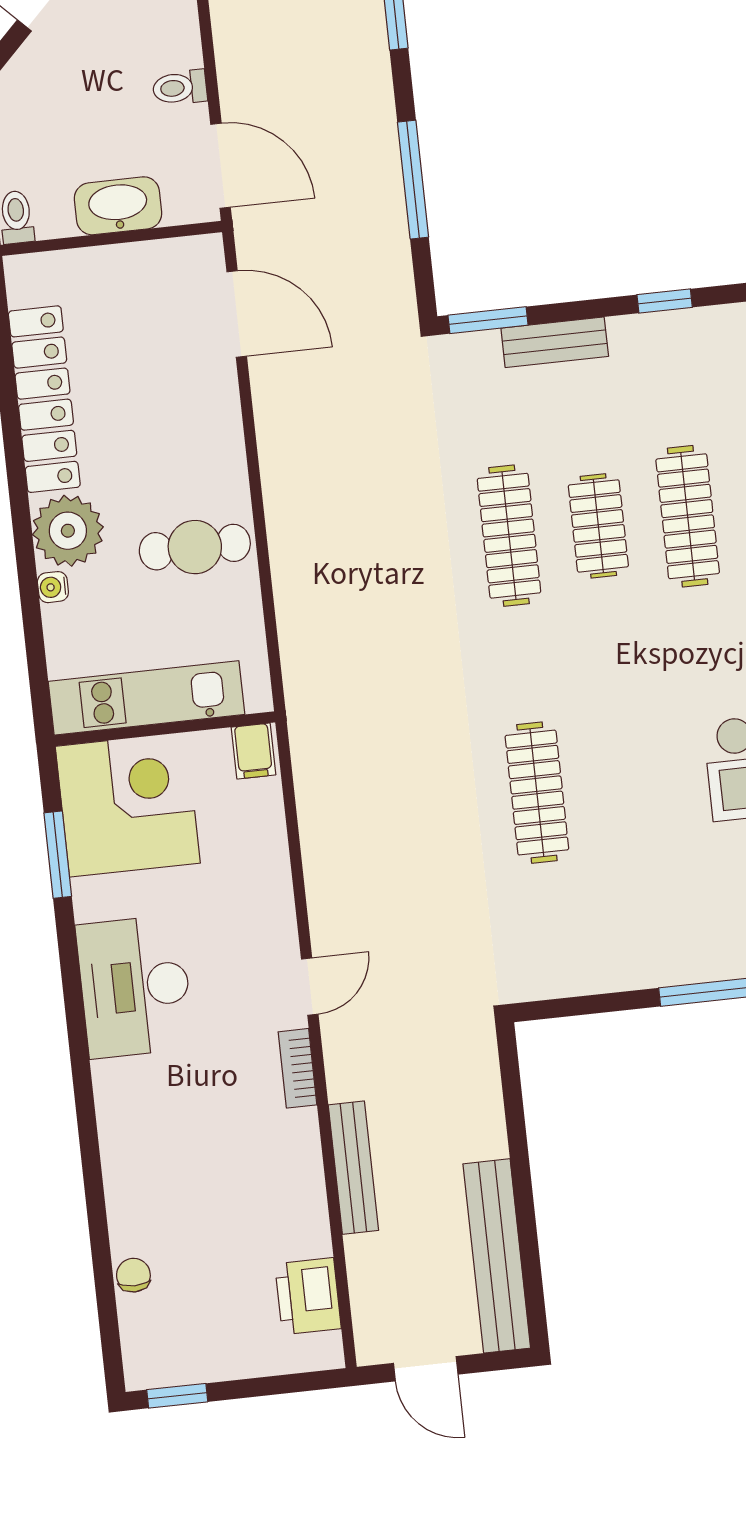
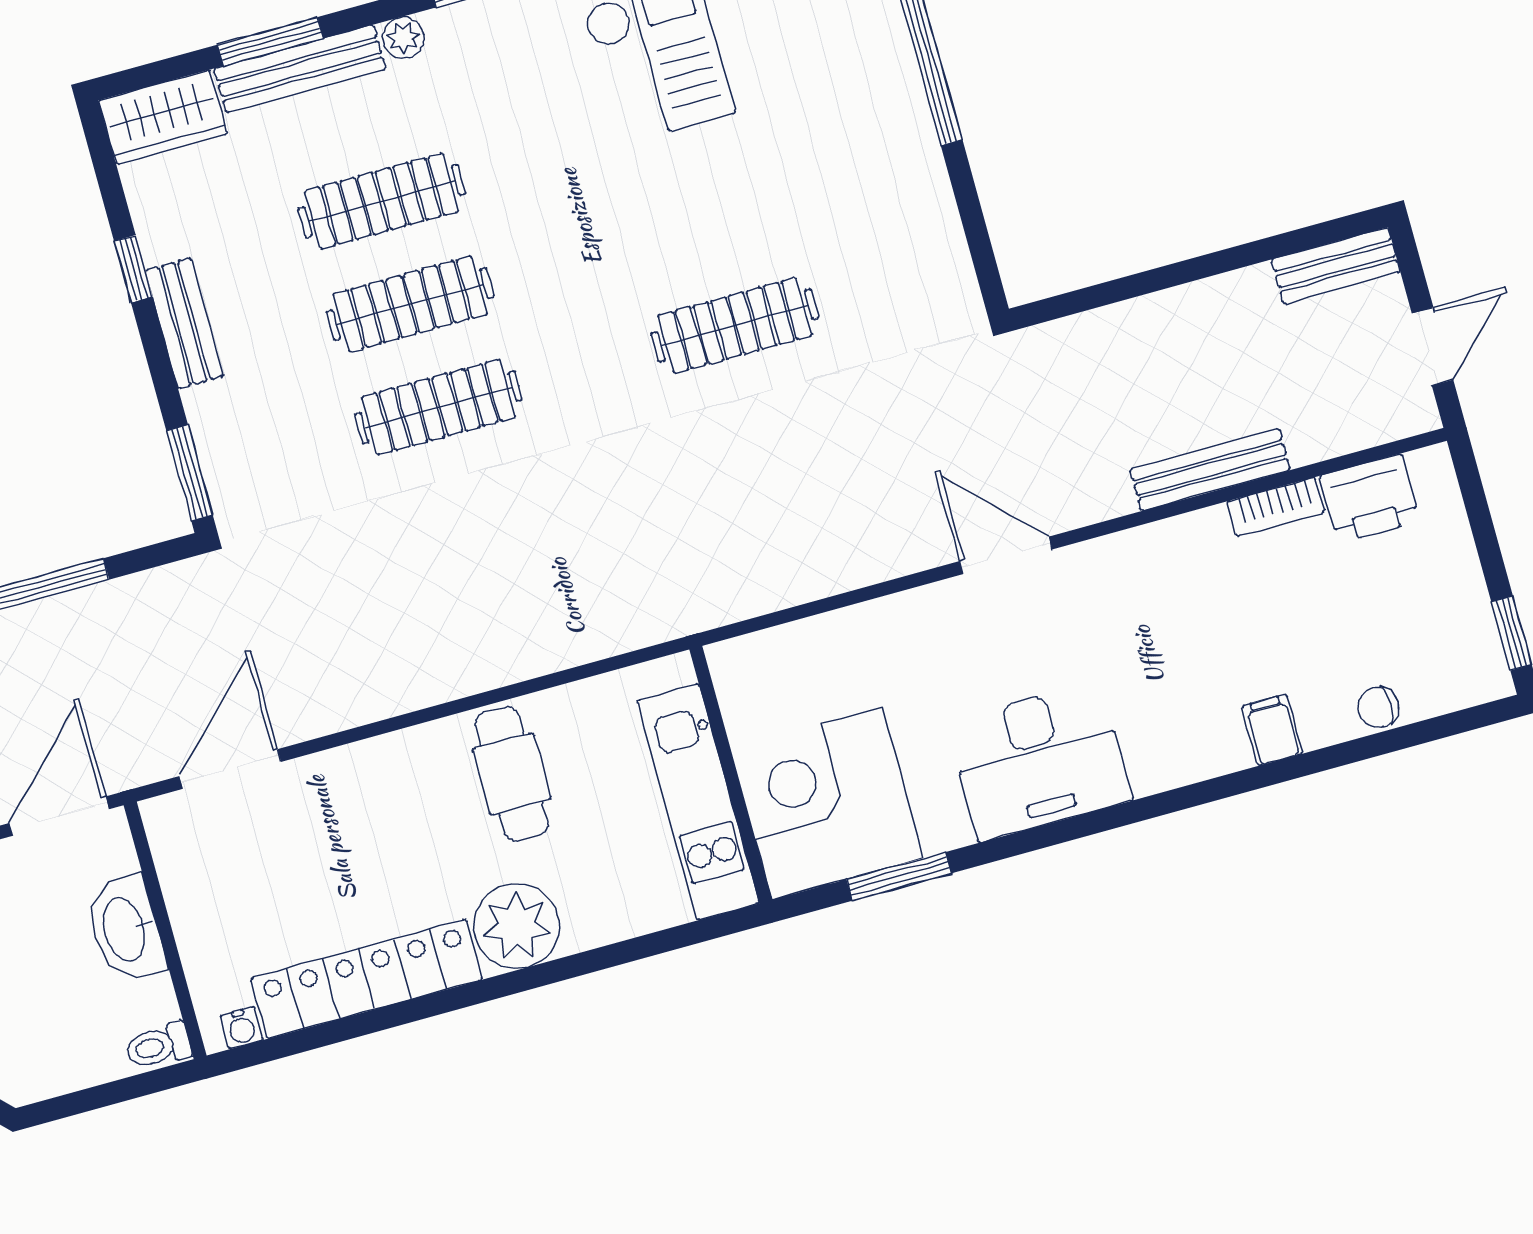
bench: (555, 342) -> (184, 323), moved
clothes rail: (598, 526) -> (410, 304), width x1.36
water cooler: (53, 587) -> (241, 1028), moved
filing cabinet: (254, 751) -> (1272, 730), moved, turned -90
door: (310, 987) -> (1006, 555), width x1.38
bookcase: (298, 1068) -> (1276, 507), moved
bench: (497, 1256) -> (1336, 266), width x0.54, depth x0.82

